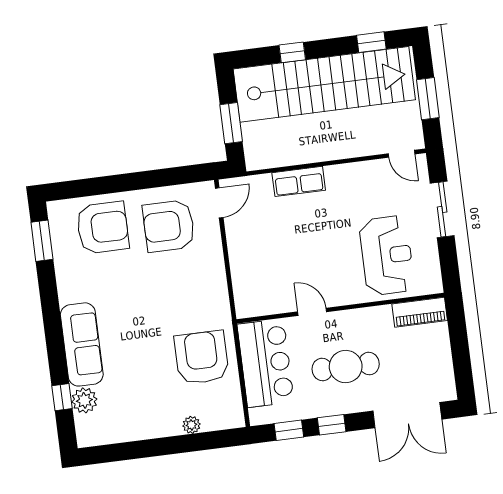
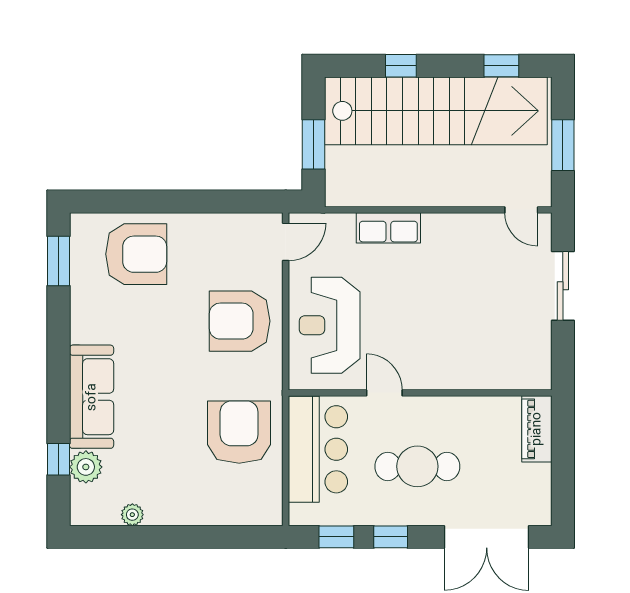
armchair: (169, 226) -> (240, 321), moved
reception desk: (387, 255) -> (330, 325), moved, turned 180
piano: (420, 312) -> (537, 429), moved, turned 90
plant: (191, 425) -> (132, 515), moved

